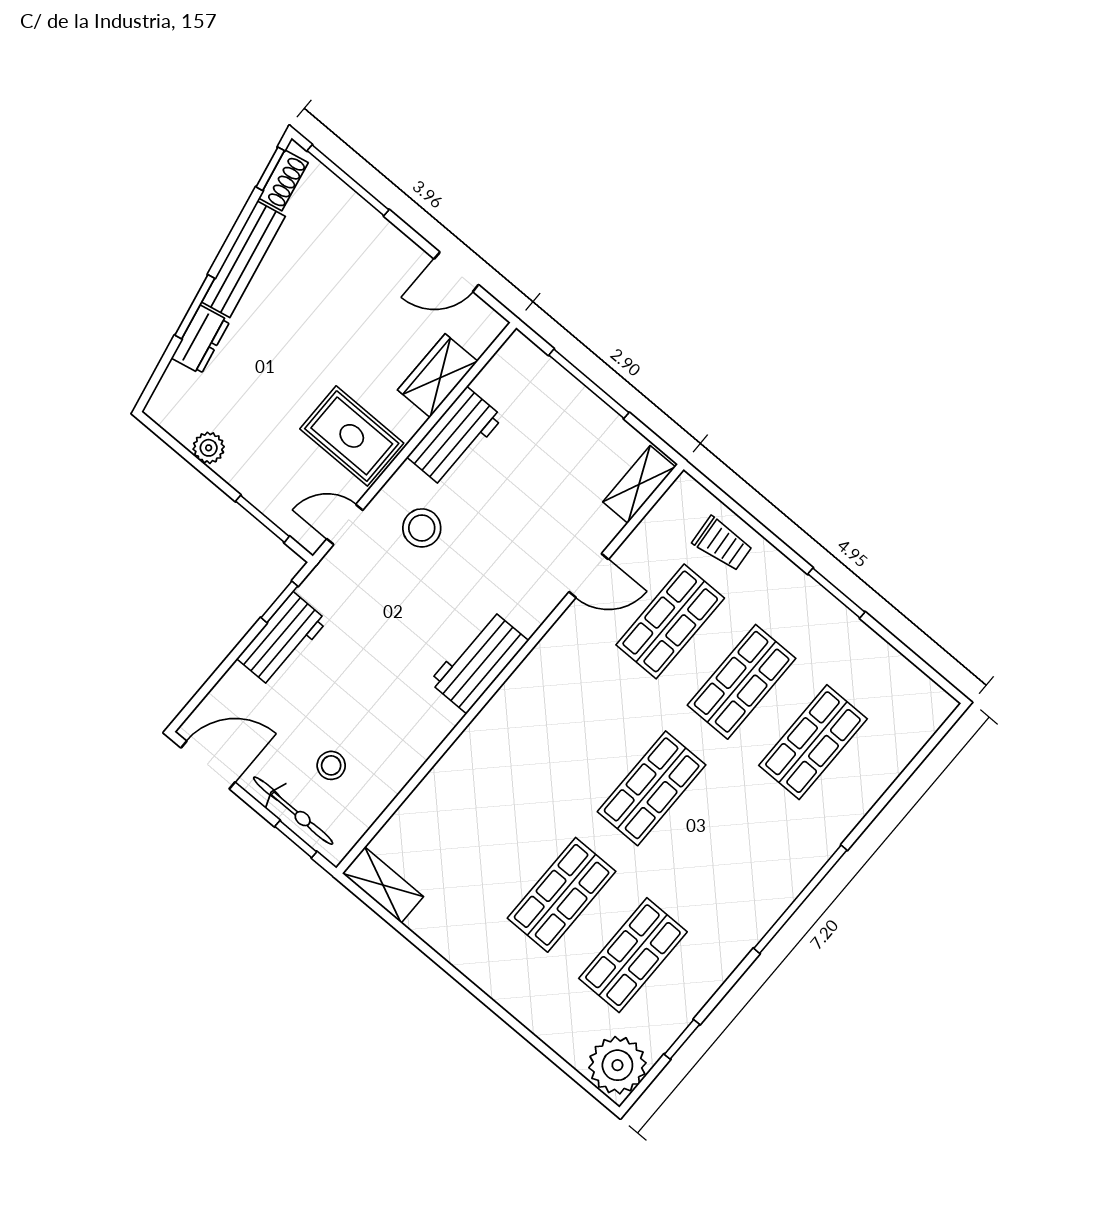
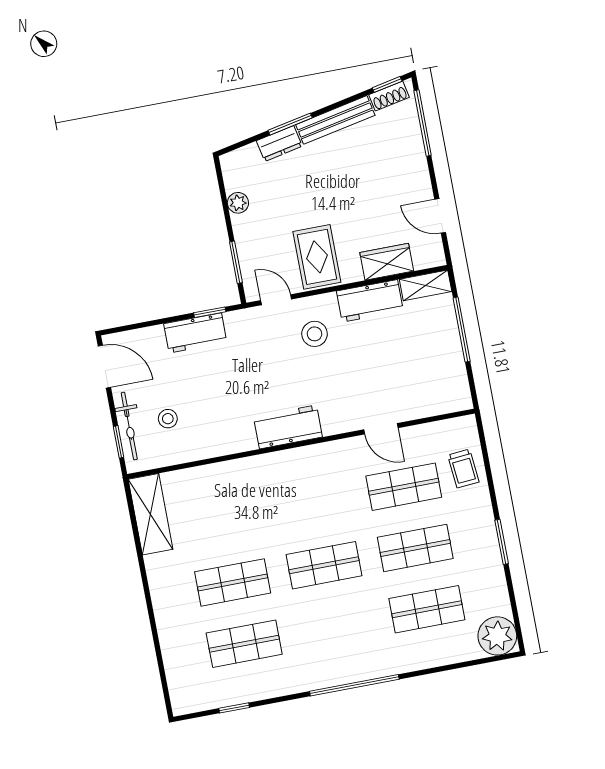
shelving: (639, 484) -> (426, 285), moved
shelving: (383, 885) -> (150, 514), width x1.50, depth x1.33
plant: (617, 1065) -> (497, 636), moved

